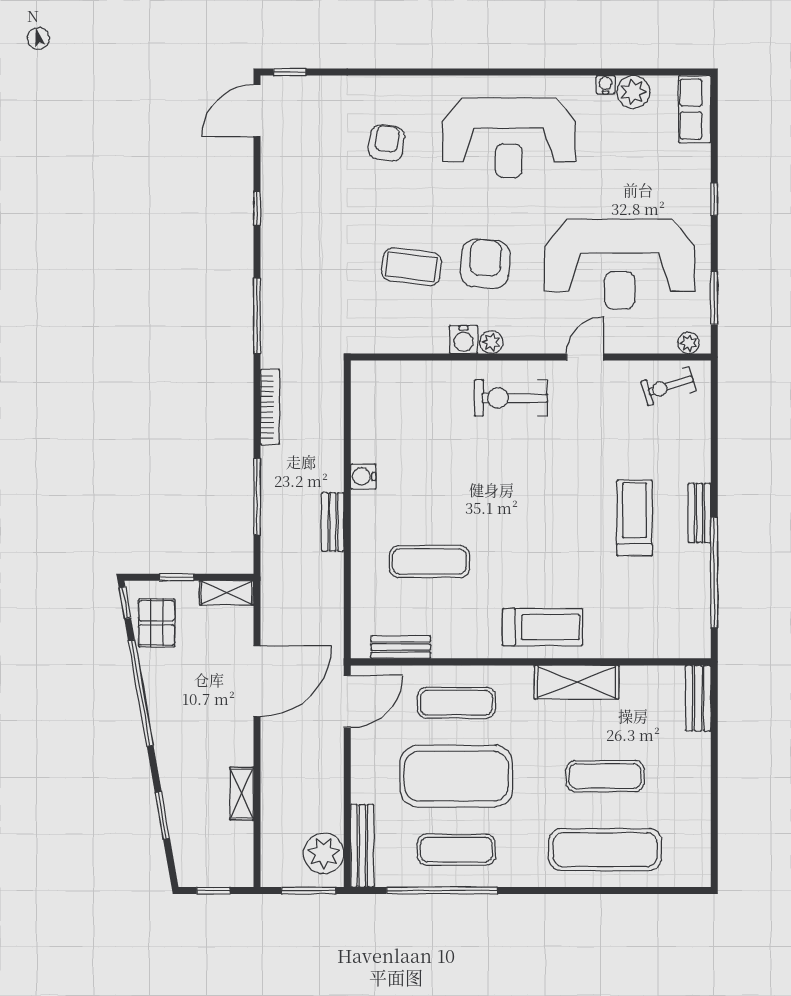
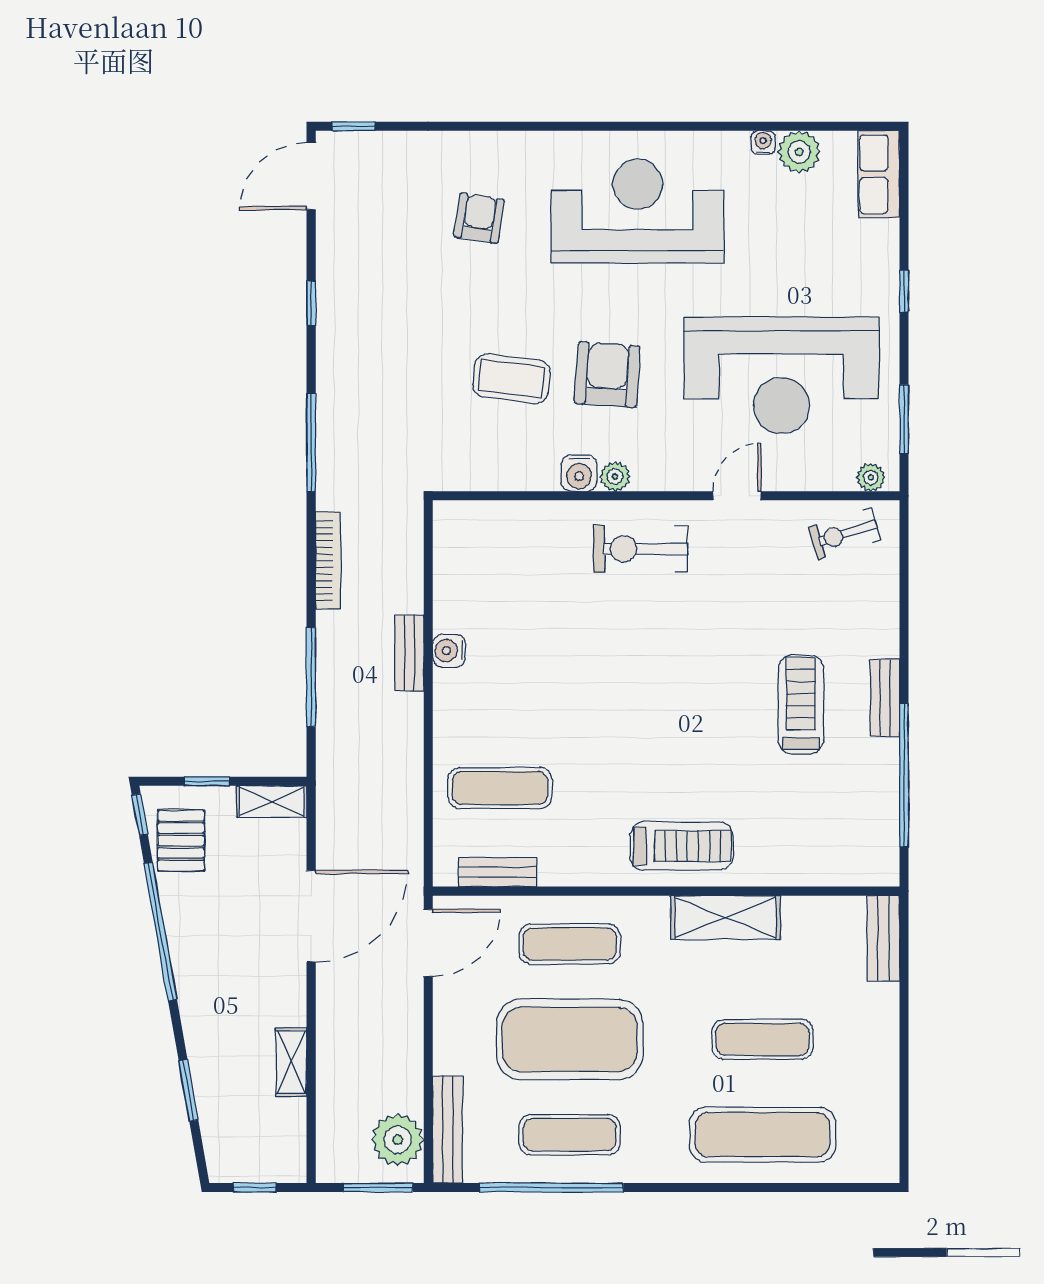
reception desk: (509, 138) -> (638, 211), turned 180
bench: (333, 522) -> (409, 653), moved
exercise mat: (429, 562) -> (500, 788), moved

